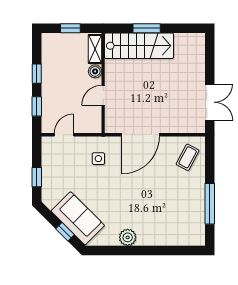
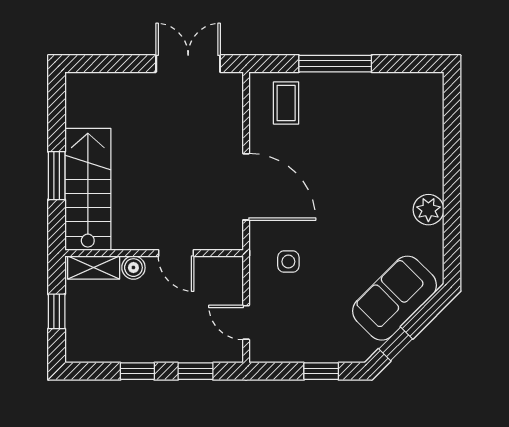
coffee table: (188, 157) -> (286, 103), turned 62
window: (210, 204) -> (335, 64), moved
window: (65, 232) -> (396, 344), moved

